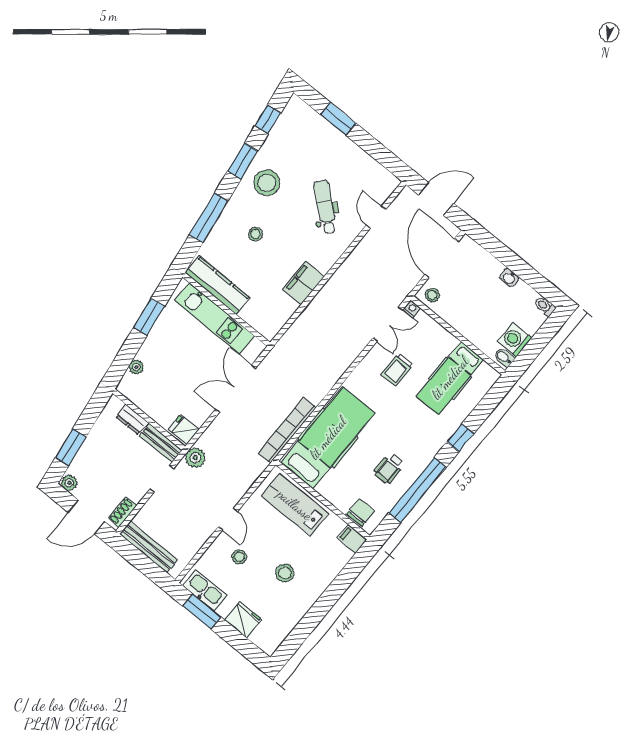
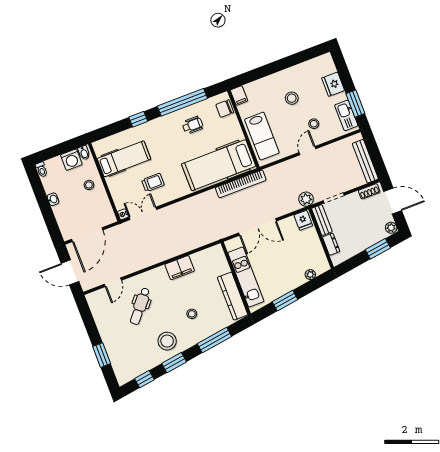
stool: (432, 295) -> (89, 185), moved

